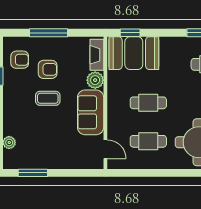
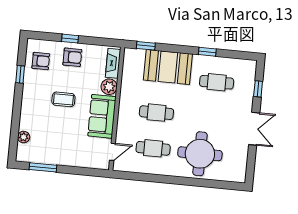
window: (49, 33) -> (70, 39), width x0.46
booth: (134, 53) -> (168, 67), moved
armchair: (48, 69) -> (72, 57), moved
door: (105, 149) -> (112, 152), hinge flipped

